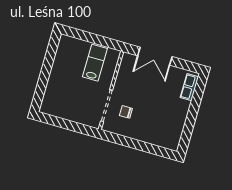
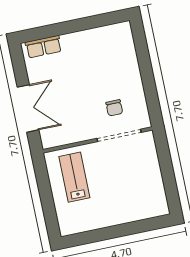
lab bench: (95, 63) -> (74, 177), turned 90

